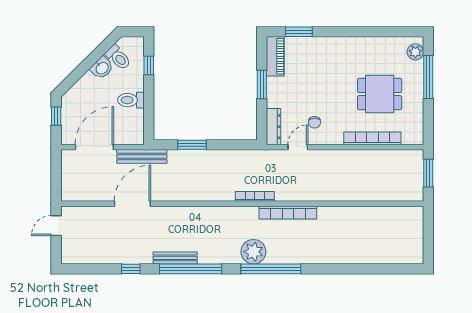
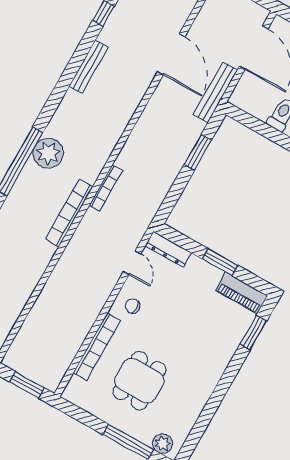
chair: (315, 122) -> (132, 306), moved
window: (191, 269) -> (68, 77), removed

